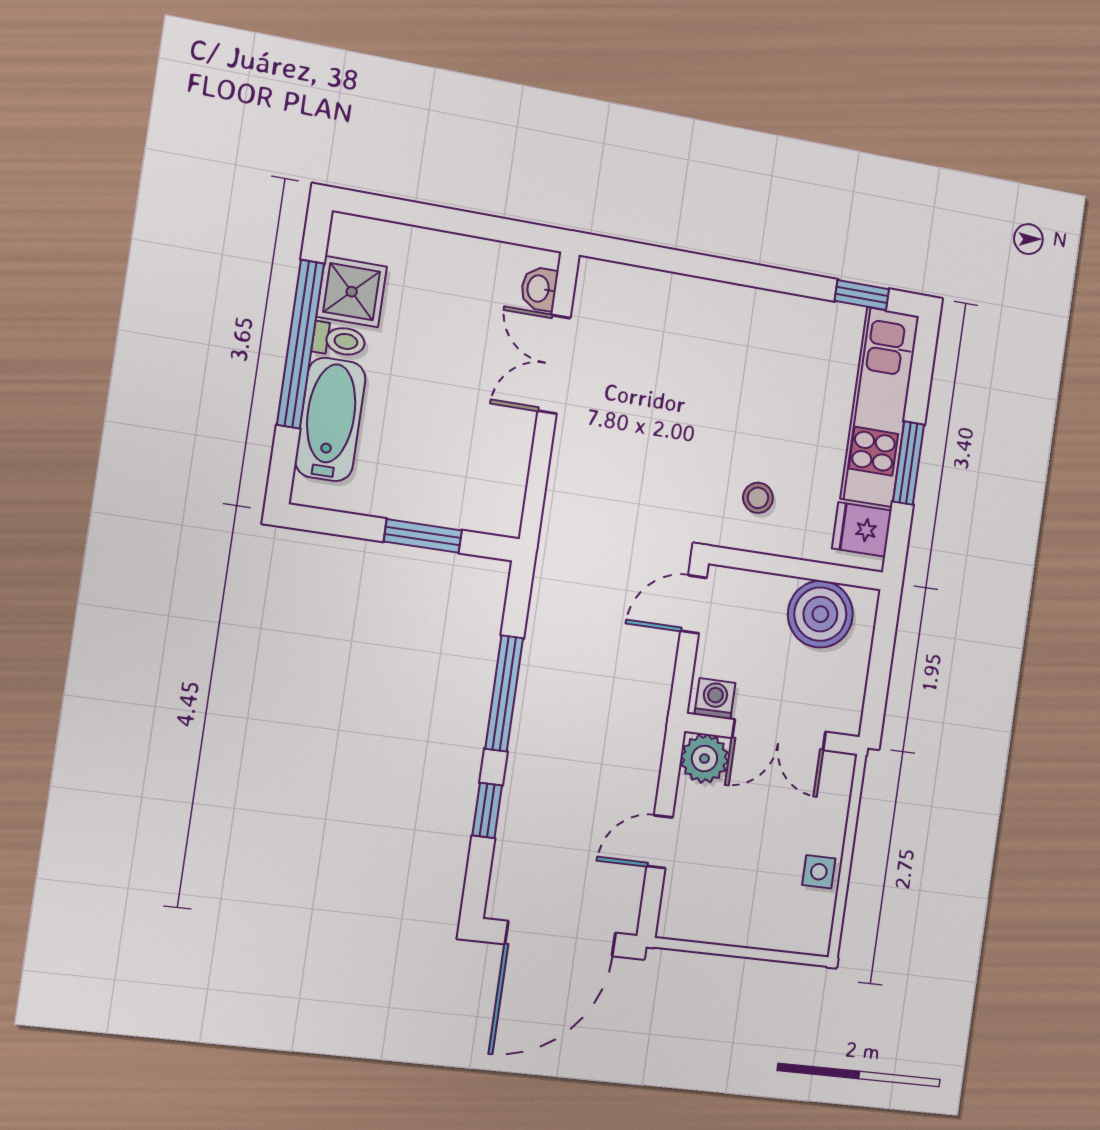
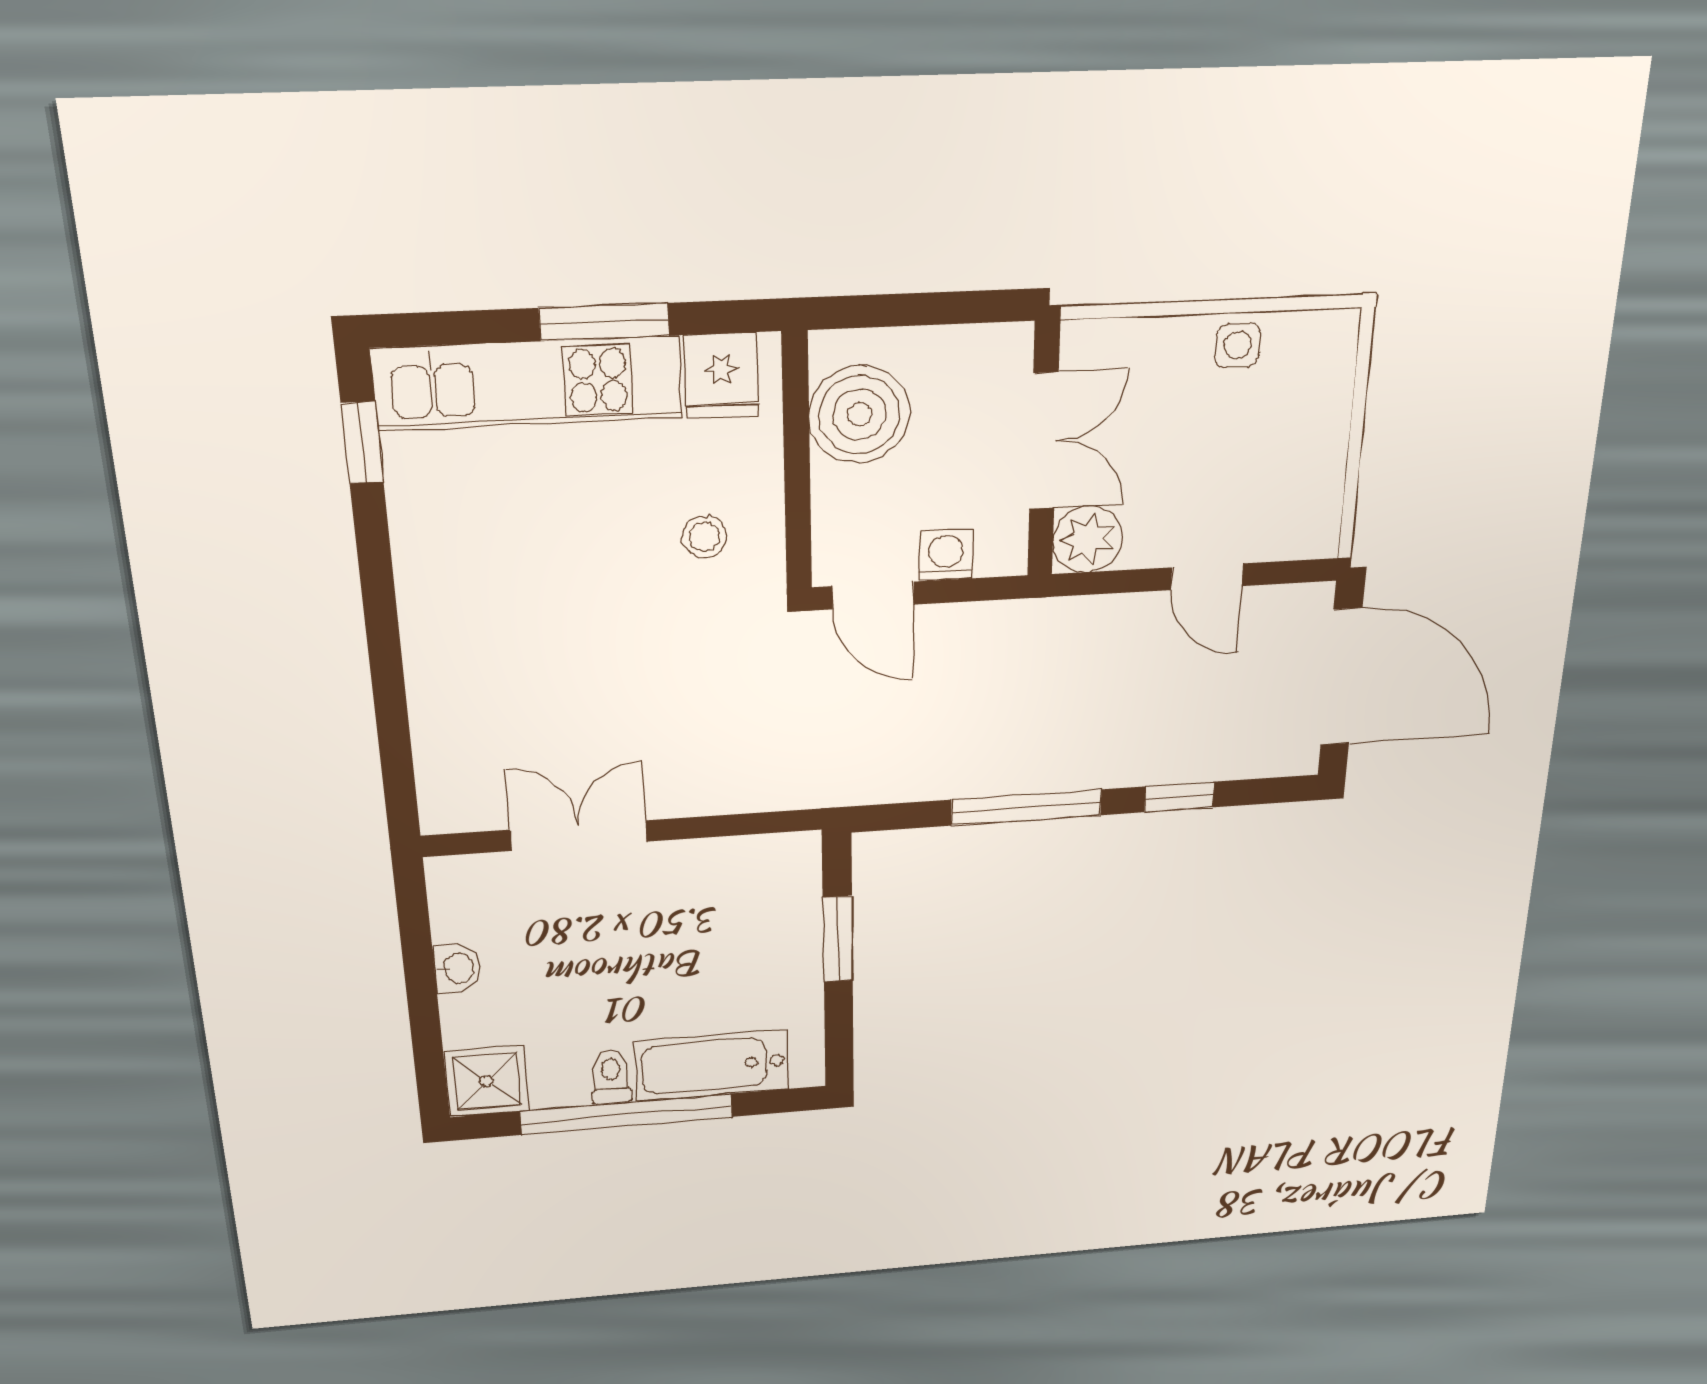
washbasin: (539, 289) -> (458, 968), moved, turned -90
shower: (352, 292) -> (487, 1081), moved
double door: (554, 364) -> (579, 836), swing flipped
washing machine: (715, 699) -> (946, 555), moved, turned 90

